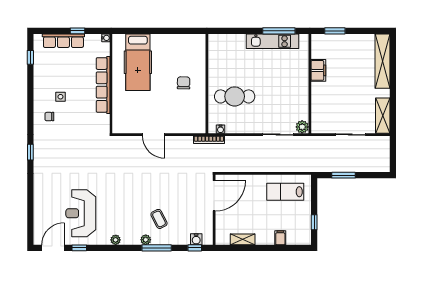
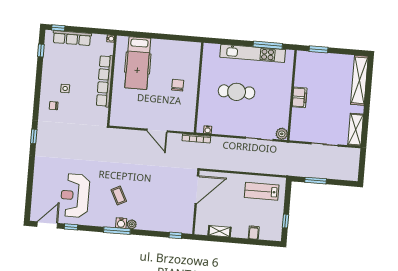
window: (78, 31) -> (58, 28), moved
kitchen unit: (273, 41) -> (253, 53), width x1.36
filing cabinet: (318, 70) -> (300, 97), moved
cafe table: (235, 96) -> (237, 92), moved
door: (154, 135) -> (157, 131), moved
coffee table: (159, 219) -> (119, 195), moved
water cooler: (196, 239) -> (121, 223), moved
plant: (116, 240) -> (104, 222), removed
window: (157, 248) -> (117, 231), moved

